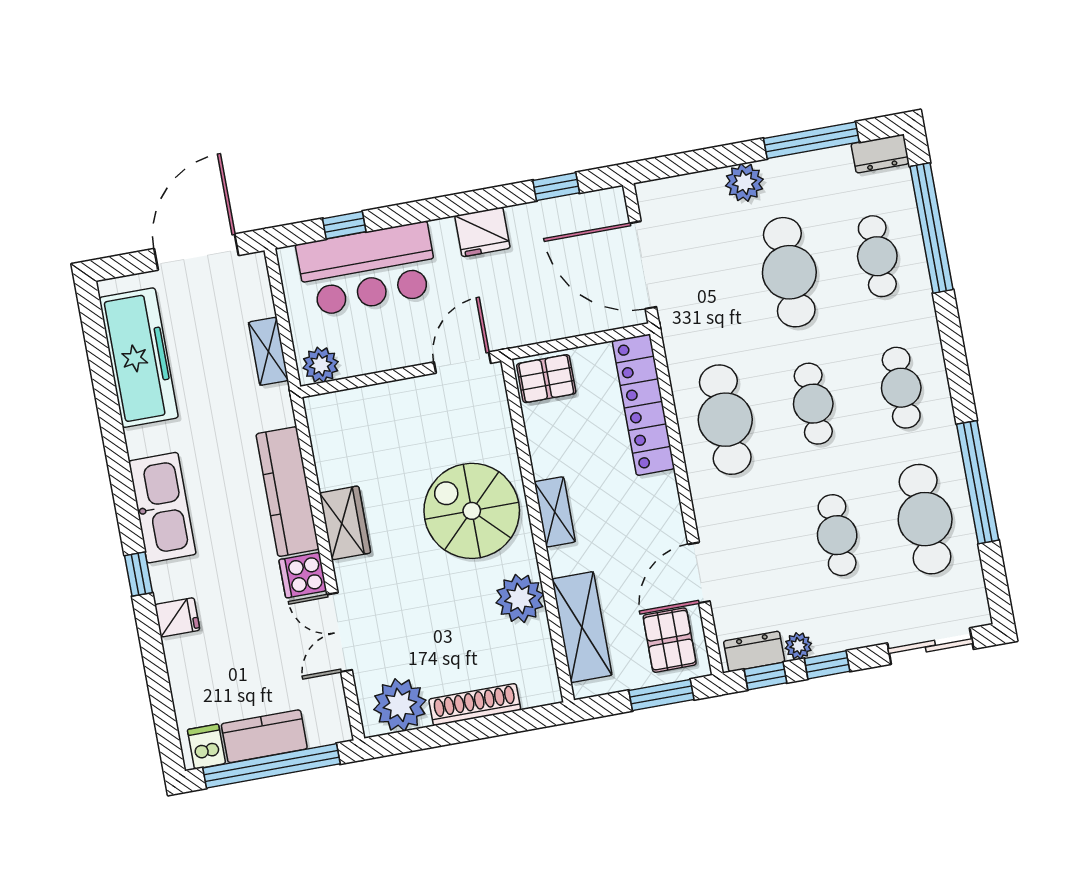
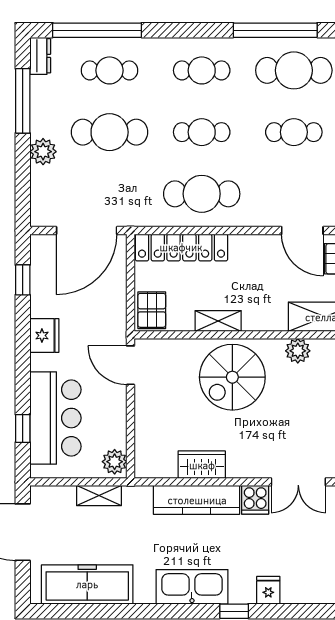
shelving: (555, 512) -> (218, 321), moved
wardrobe: (345, 523) -> (202, 465), moved
plant: (520, 598) -> (298, 351), width x0.73, depth x0.73

